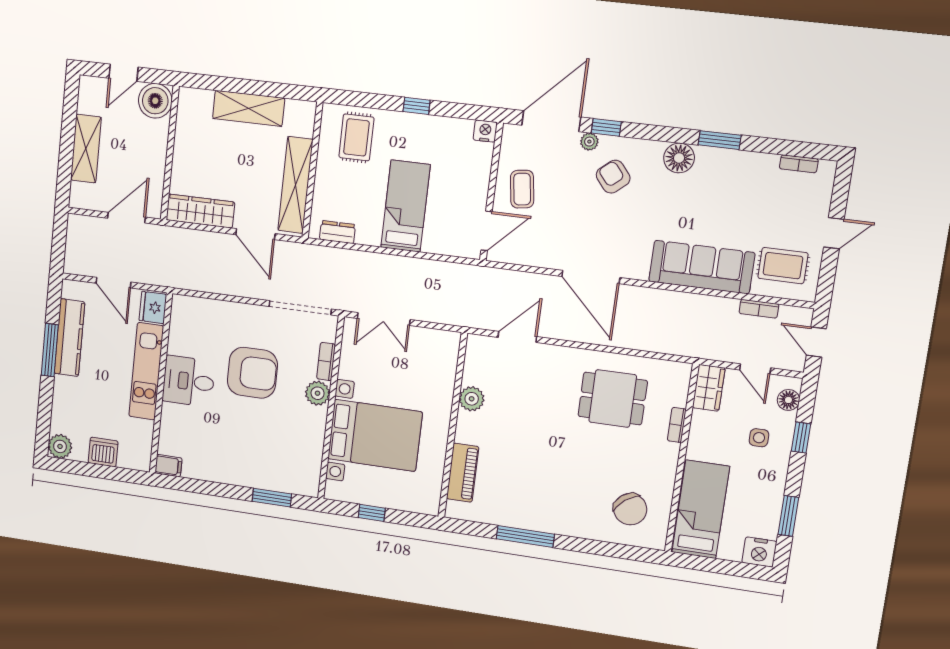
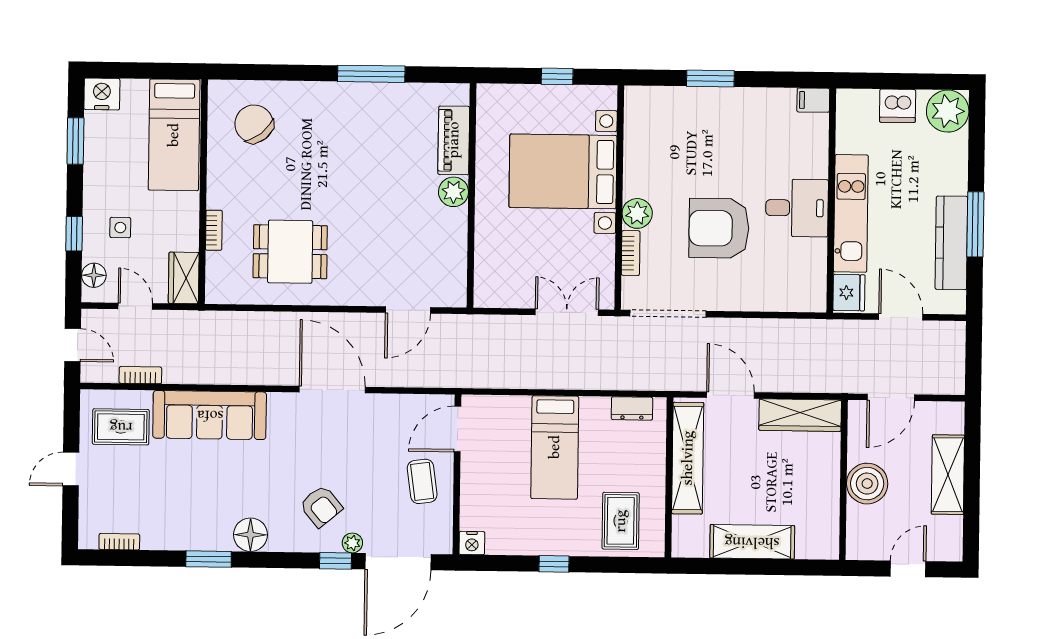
boiler: (155, 101) -> (867, 484), moved
plant: (472, 399) -> (453, 192), moved
plant: (60, 446) -> (948, 111), width x1.36, depth x1.36
window: (272, 498) -> (710, 79), moved

